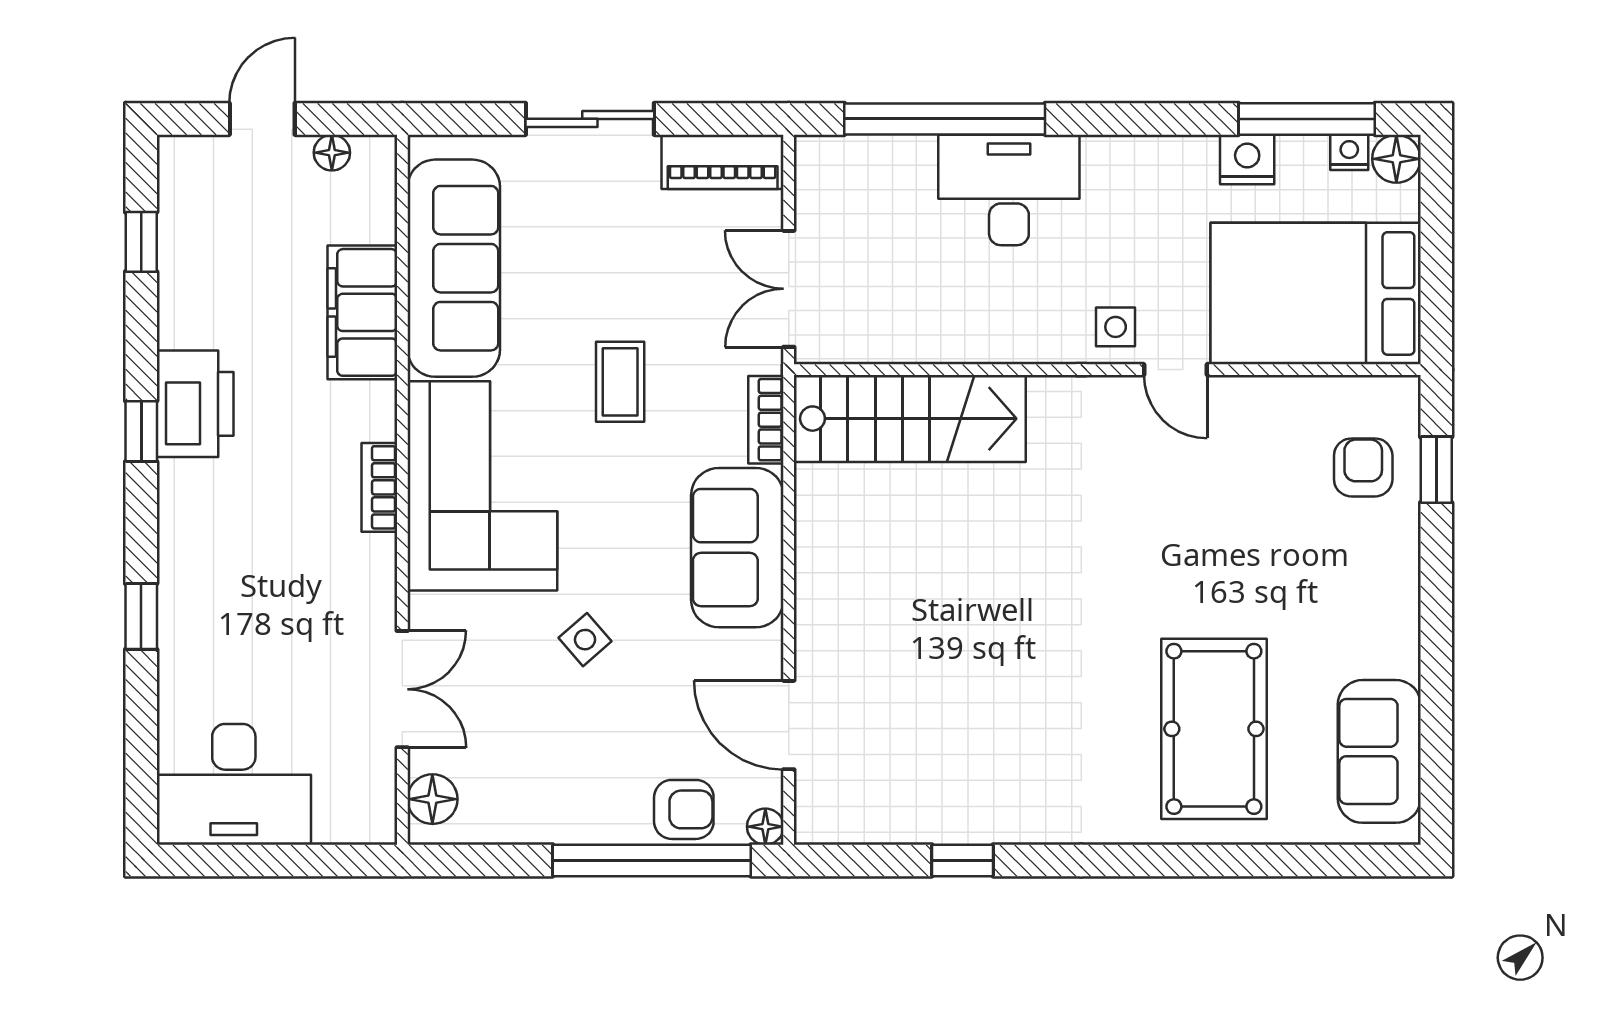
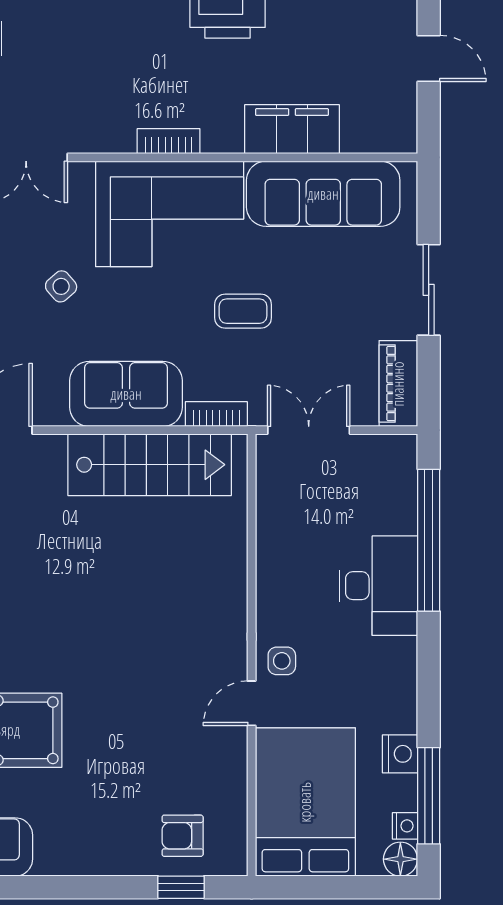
floor lamp: (332, 153) -> (405, 108), removed
stairs: (910, 419) -> (150, 465), moved, turned -90
armchair: (1363, 467) -> (183, 836), turned 180

